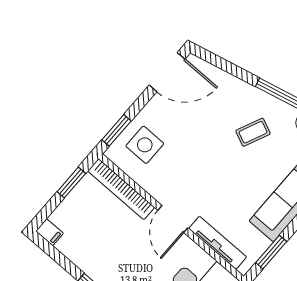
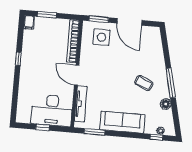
door: (167, 72) -> (129, 22), moved
window: (71, 183) -> (47, 15), moved
door: (173, 219) -> (77, 75), hinge flipped

